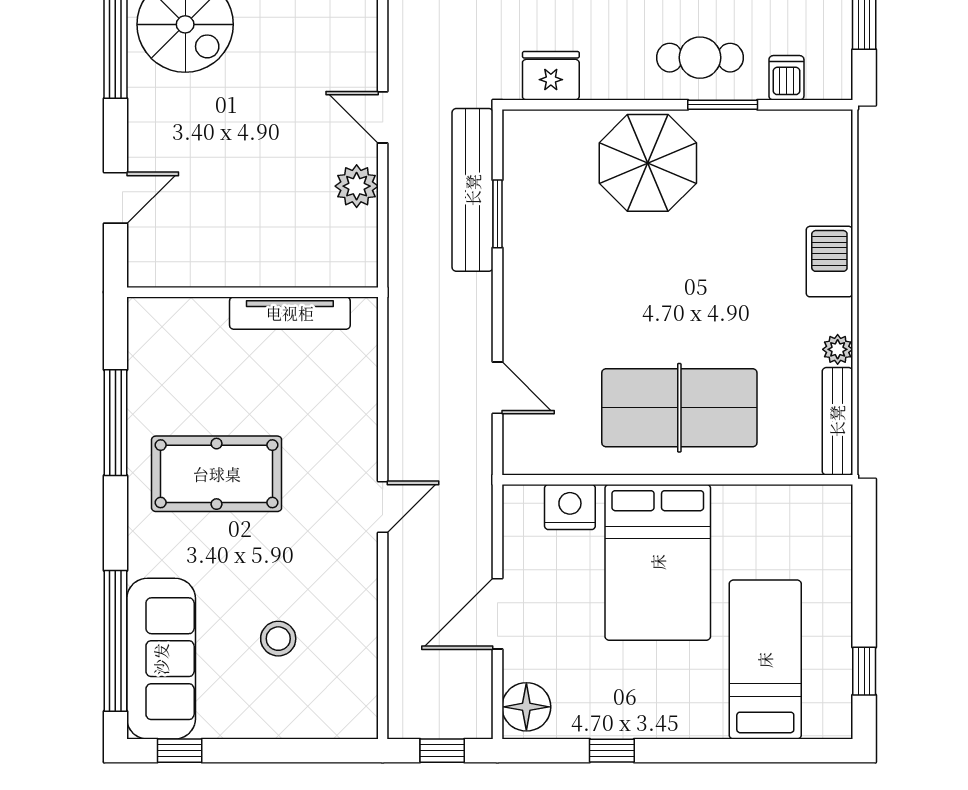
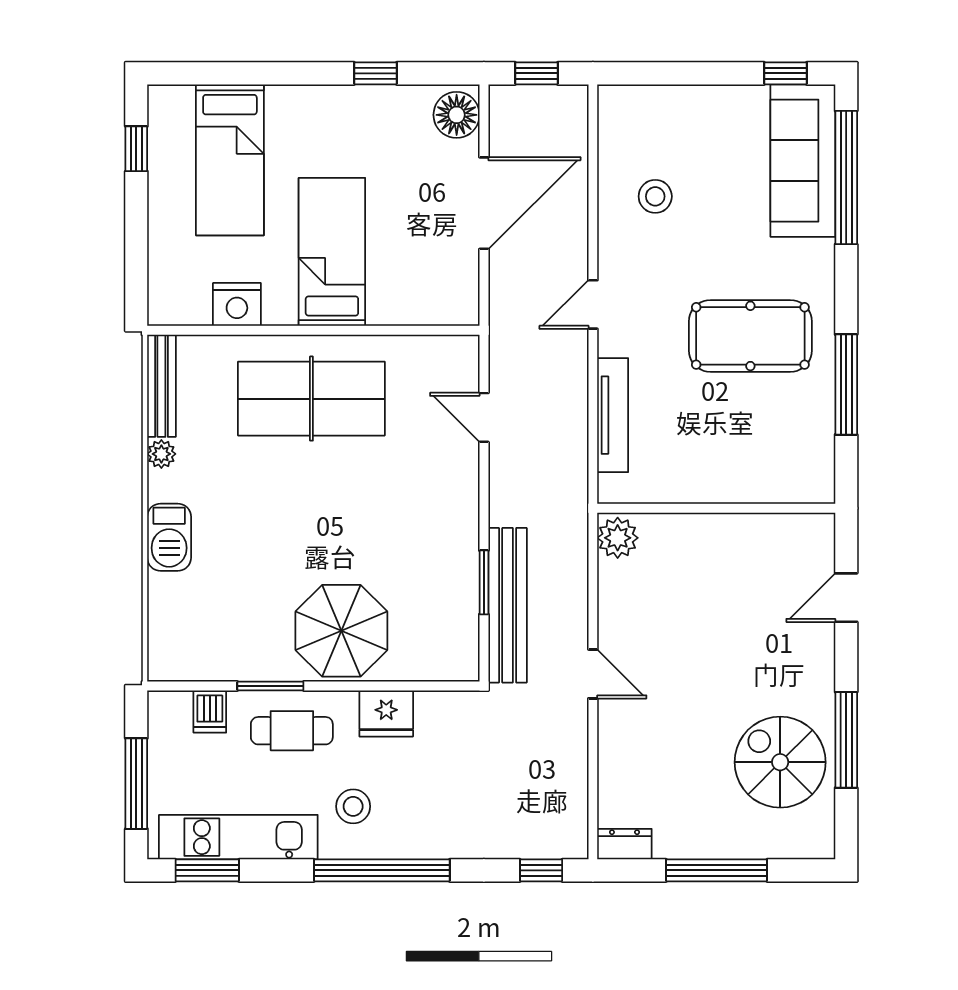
fridge: (551, 76) -> (386, 713), moved
plant: (357, 186) -> (618, 538), moved
tv unit: (290, 313) -> (613, 415), moved, turned 90
nightstand: (570, 507) -> (237, 304), moved
bed: (658, 562) -> (332, 252), width x0.67
door: (497, 614) -> (484, 203), width x1.36
stool: (278, 639) -> (655, 196), moved

